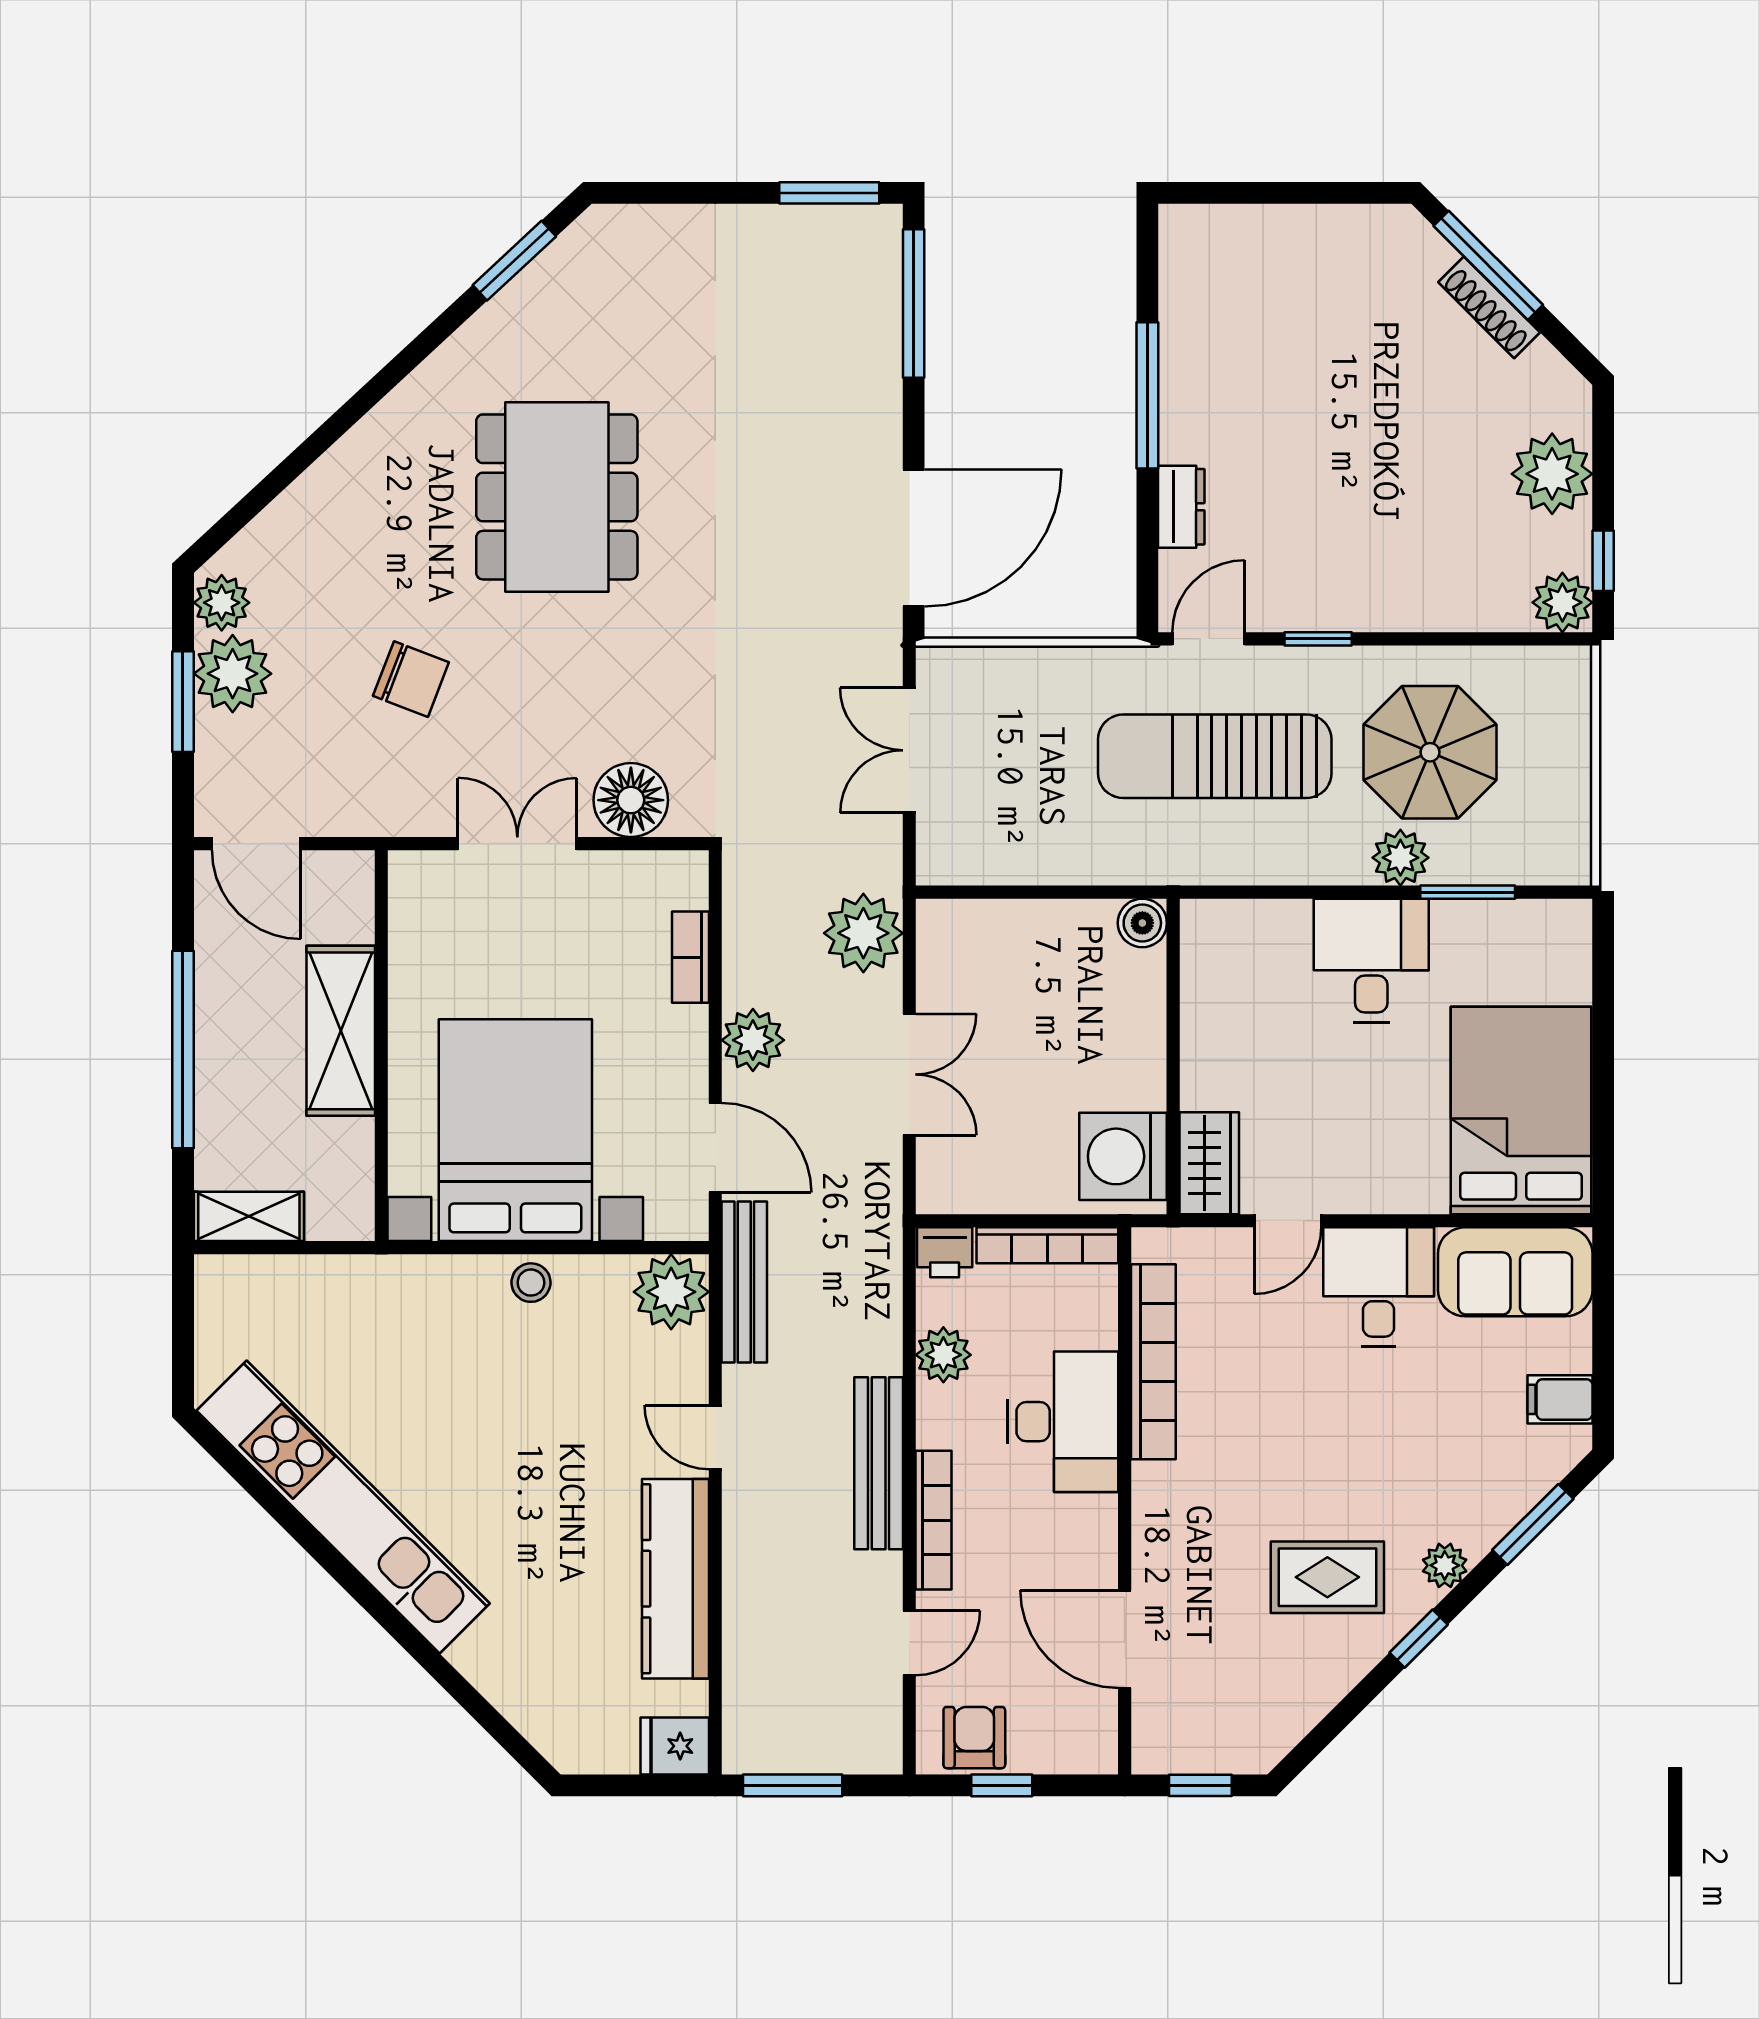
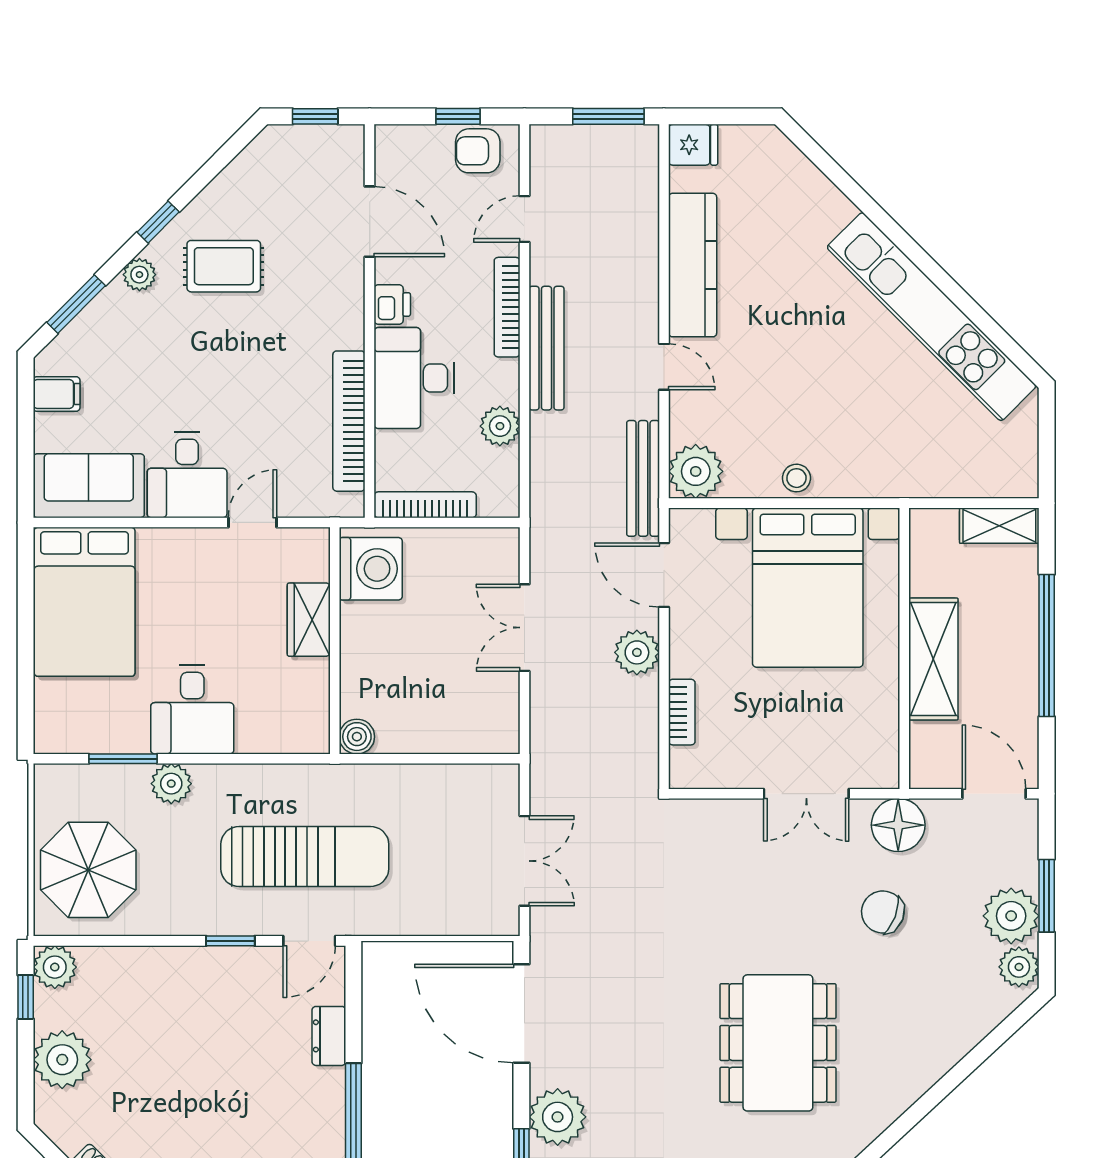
door: (914, 538) -> (521, 1014), hinge flipped
parasol: (1430, 752) -> (88, 870), moved
floor lamp: (631, 800) -> (898, 825), moved
plant: (863, 933) -> (558, 1117), moved
wardrobe: (1209, 1163) -> (309, 620), moved
printer: (945, 1252) -> (392, 304), moved, turned 90
armchair: (974, 1738) -> (478, 151), turned 90

